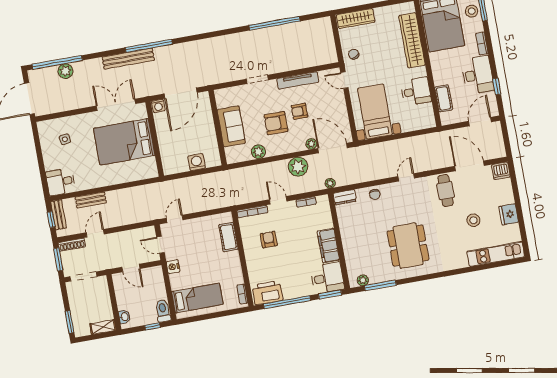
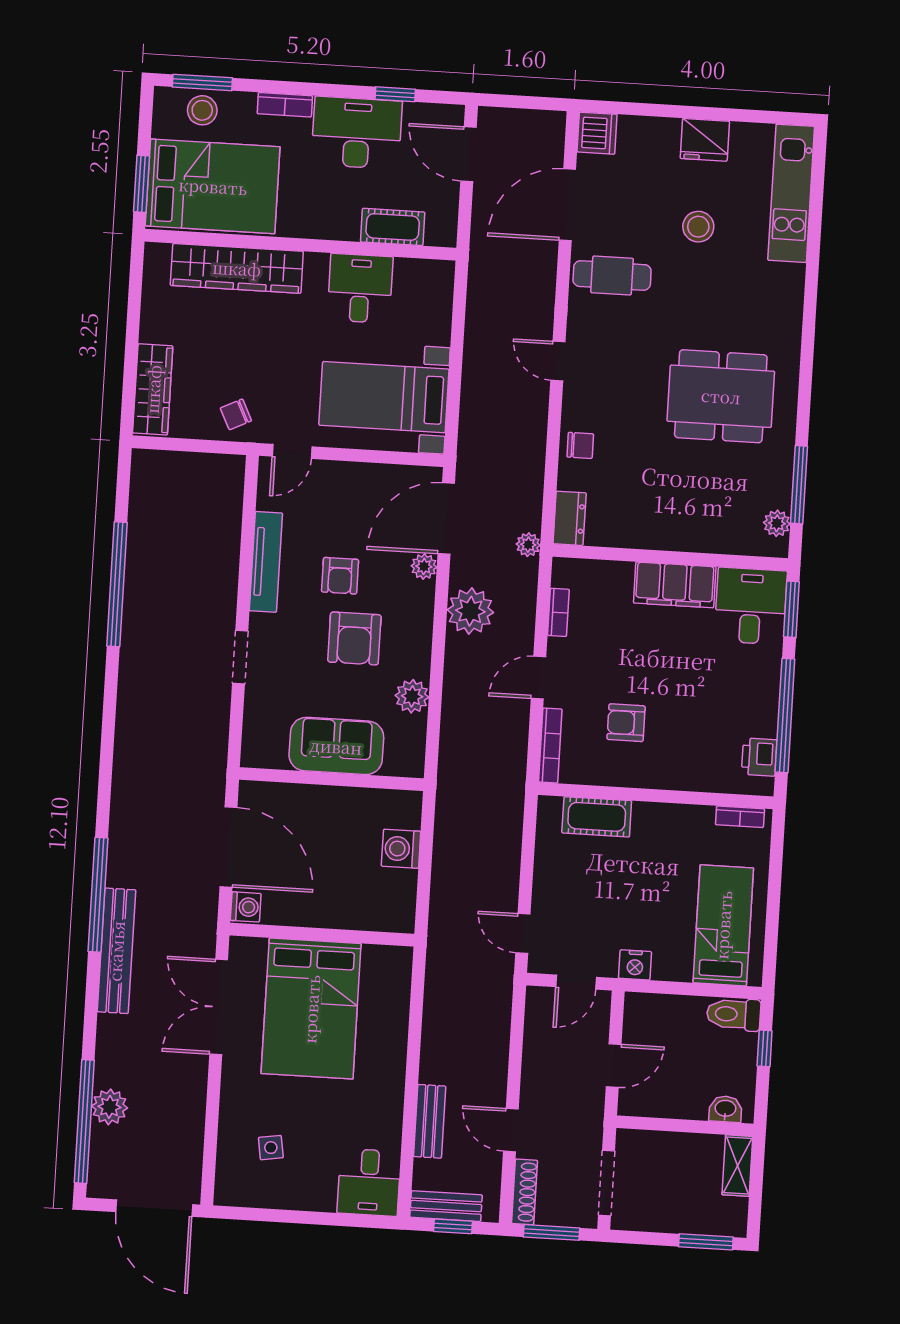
printer: (267, 293) -> (759, 757), width x0.53, depth x0.68

